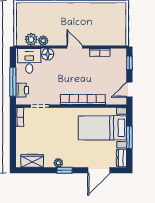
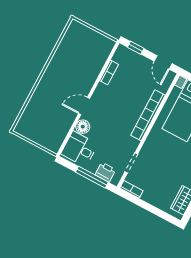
plant: (31, 39) -> (59, 135), removed
plant: (43, 41) -> (66, 124), removed
door: (75, 47) -> (84, 106), moved

